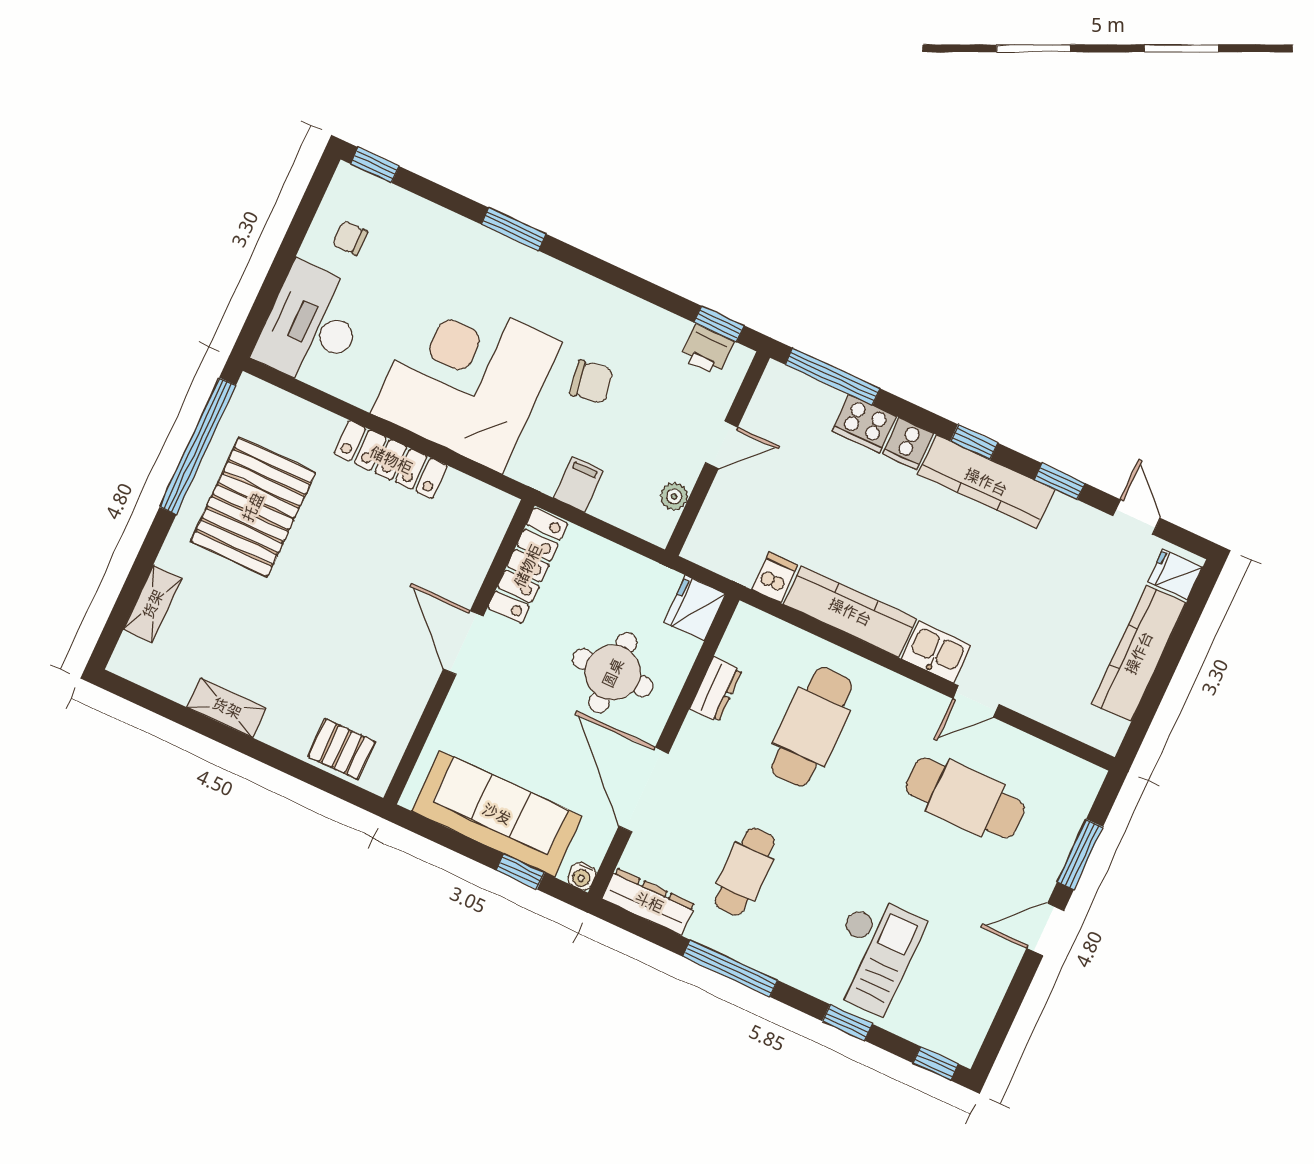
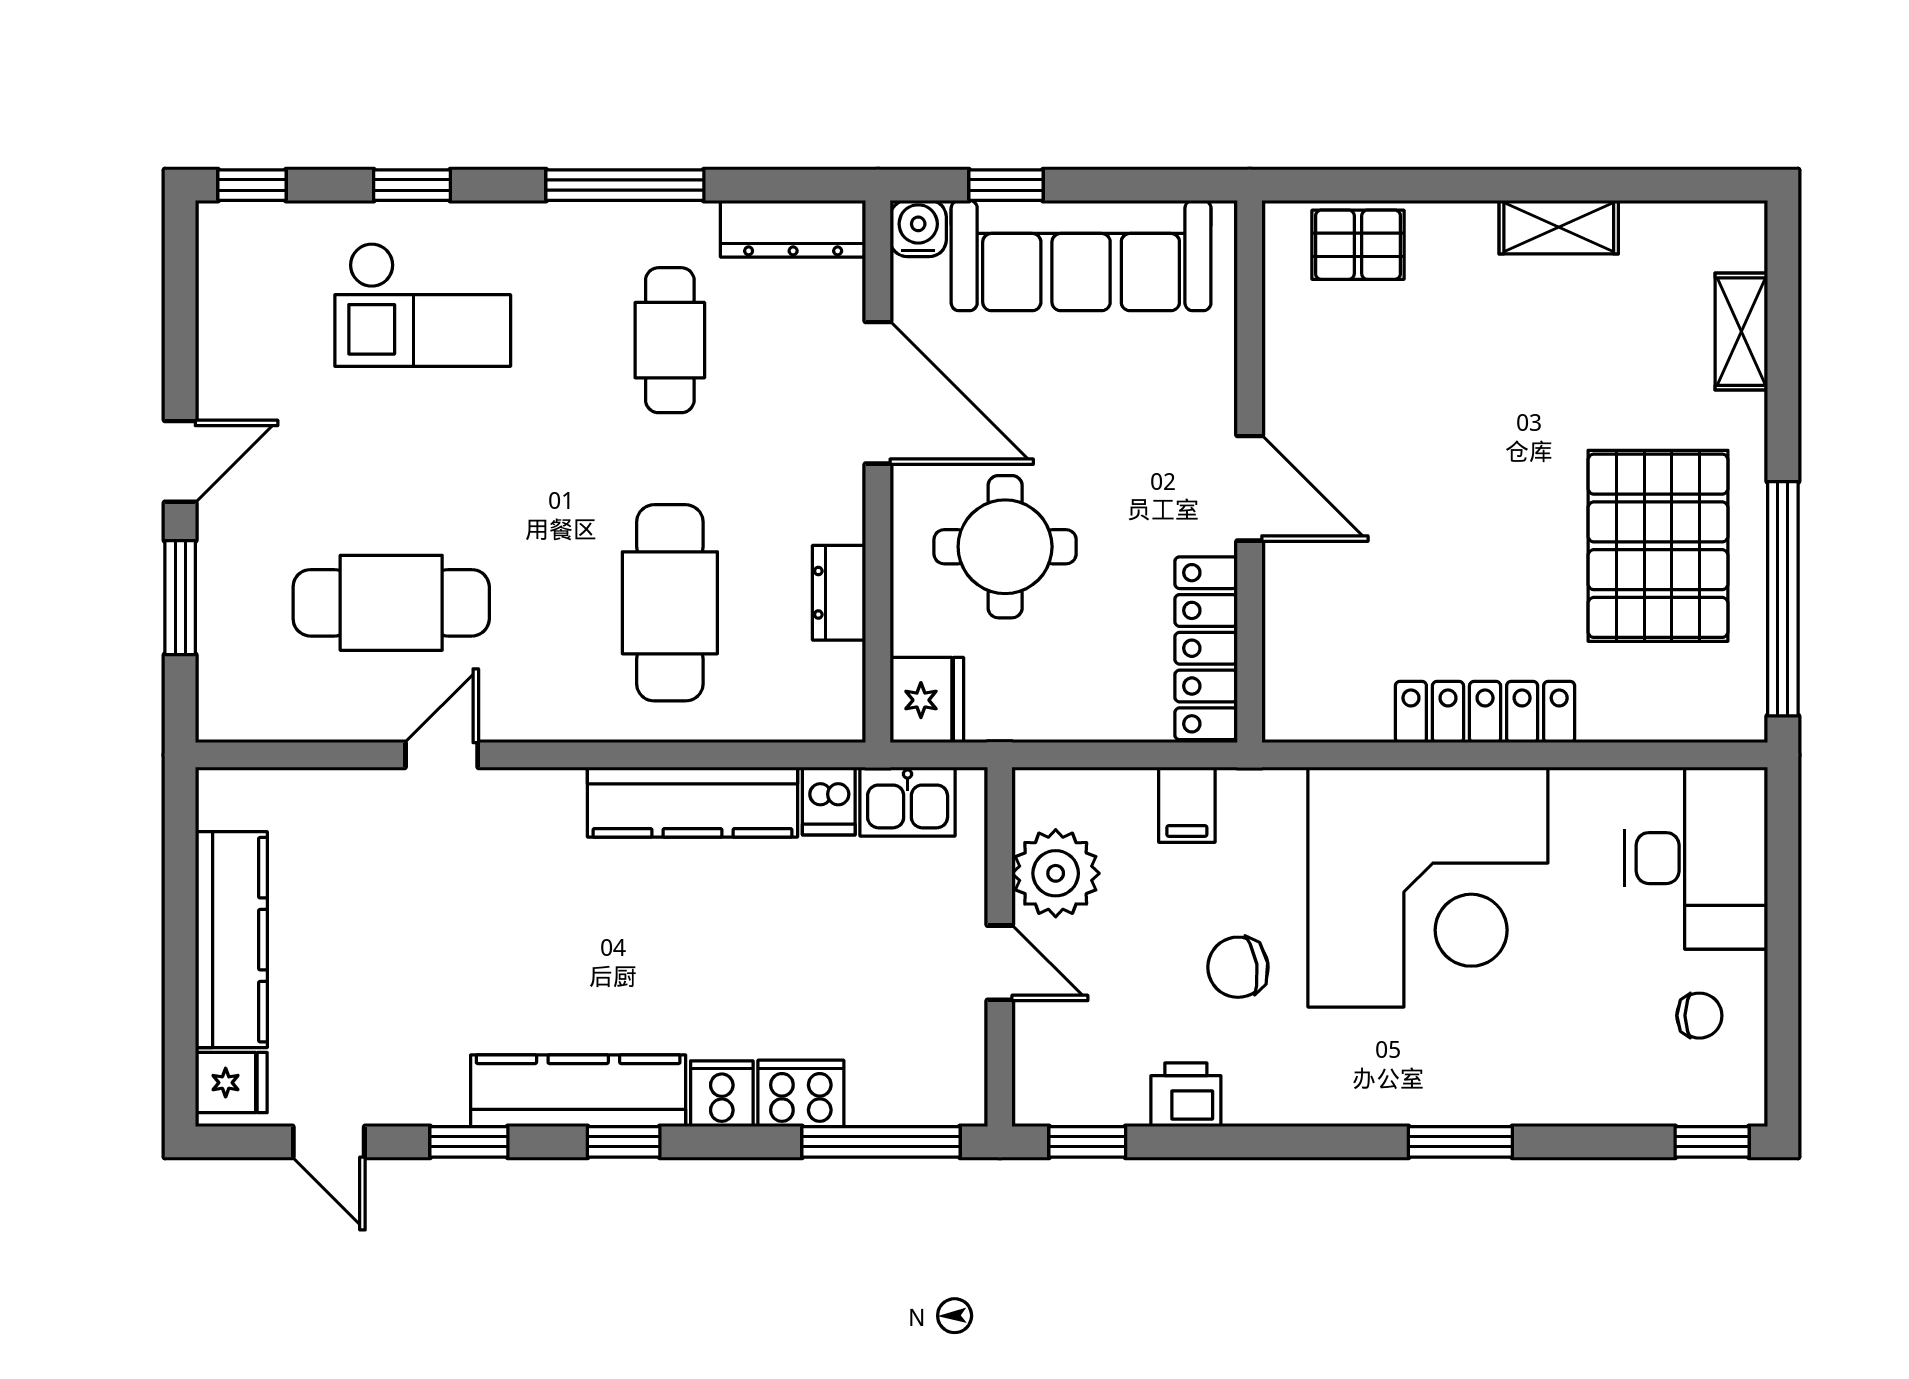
printer: (707, 350) -> (1186, 1095), moved
door: (722, 445) -> (1000, 963), swing flipped
plant: (674, 496) -> (1056, 873), width x1.88, depth x1.88
kitchen sink: (936, 652) -> (908, 802), moved
water cooler: (582, 876) -> (918, 228), width x1.38, depth x1.38
checkout: (872, 954) -> (423, 305), turned -90

